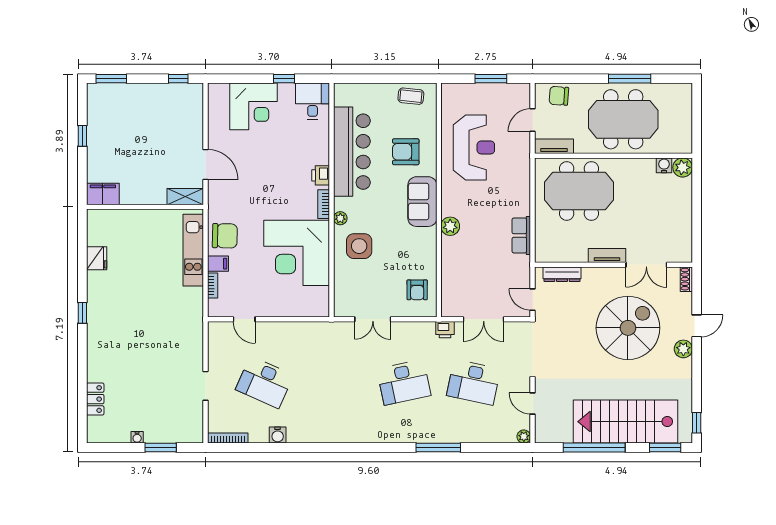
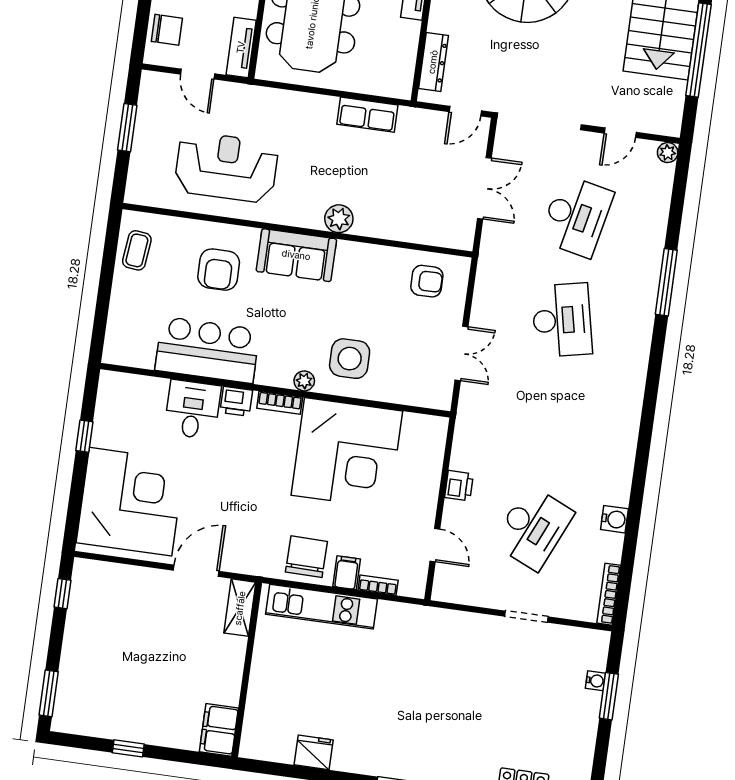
chair: (559, 96) -> (167, 30), turned -94
desk: (313, 101) -> (193, 410), moved, turned 90
corner desk: (253, 106) -> (130, 502), width x1.36, depth x1.36
bar counter: (352, 152) -> (207, 350), width x0.73
door: (244, 319) -> (435, 545), hinge flipped
printer: (445, 330) -> (459, 486), moved
water cooler: (137, 437) -> (595, 681), moved

